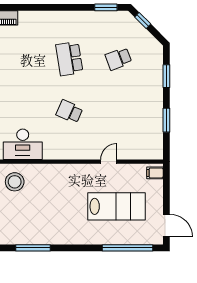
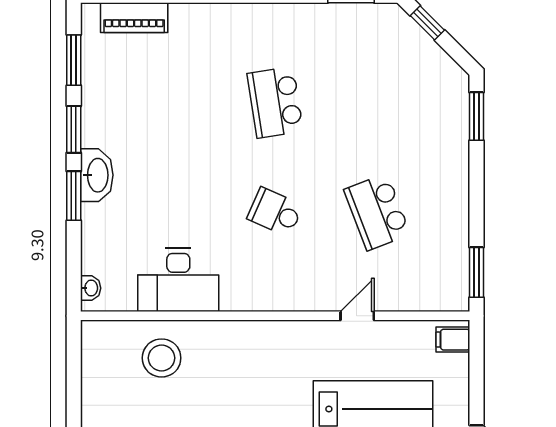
school desk: (118, 59) -> (377, 212), moved, width x1.85
window: (166, 76) -> (477, 116), moved
window: (166, 120) -> (477, 272), moved

